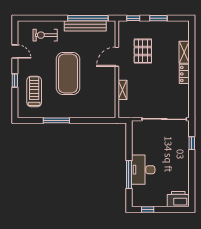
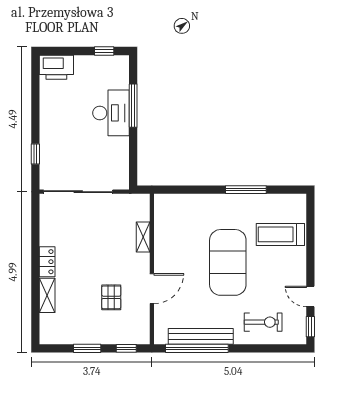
pallet: (143, 51) -> (111, 297), width x0.67, depth x0.71
window: (15, 81) -> (310, 327), moved
treadmill: (34, 92) -> (280, 234), turned 90

